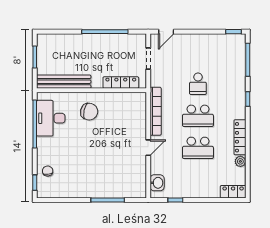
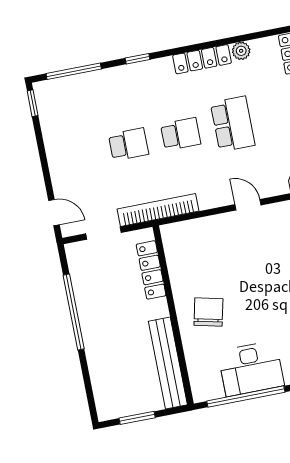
bookcase: (156, 111) -> (158, 210), moved
school desk: (198, 116) -> (181, 134), width x0.54
desk: (51, 118) -> (251, 369), moved

